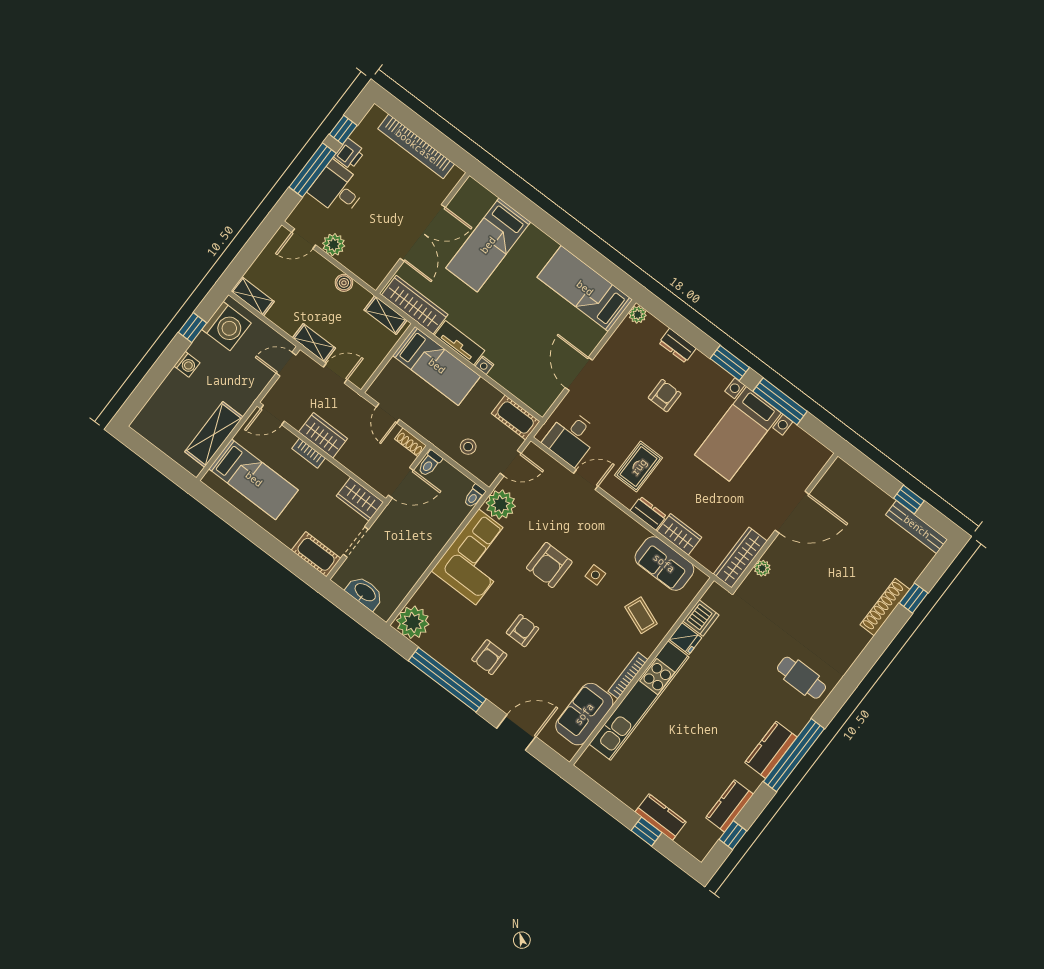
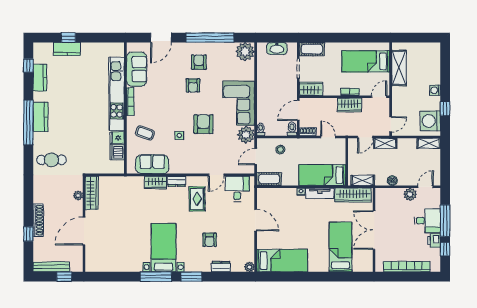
door: (792, 512) -> (84, 231), moved
wall: (785, 522) -> (84, 224), moved
wardrobe: (740, 558) -> (92, 193), moved
plant: (762, 568) -> (78, 196), moved

